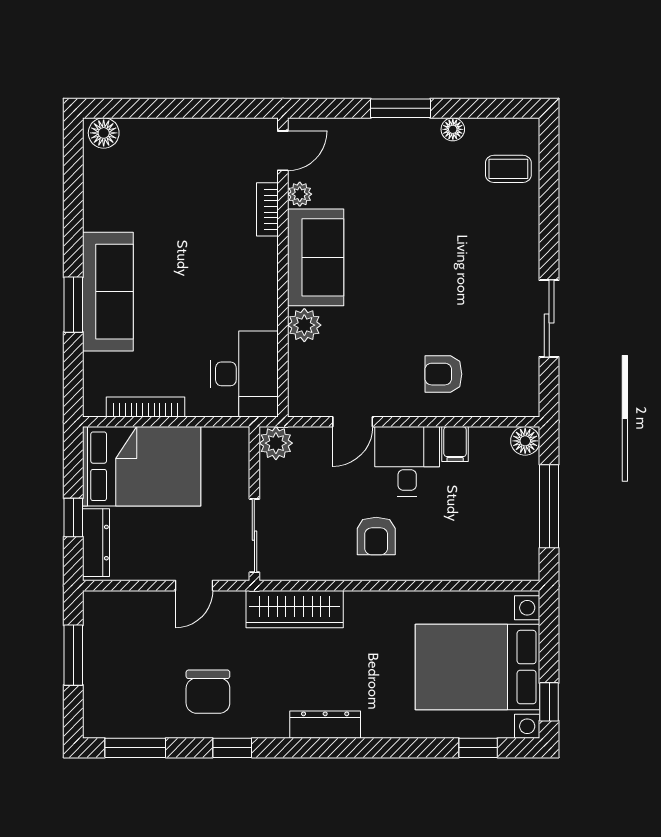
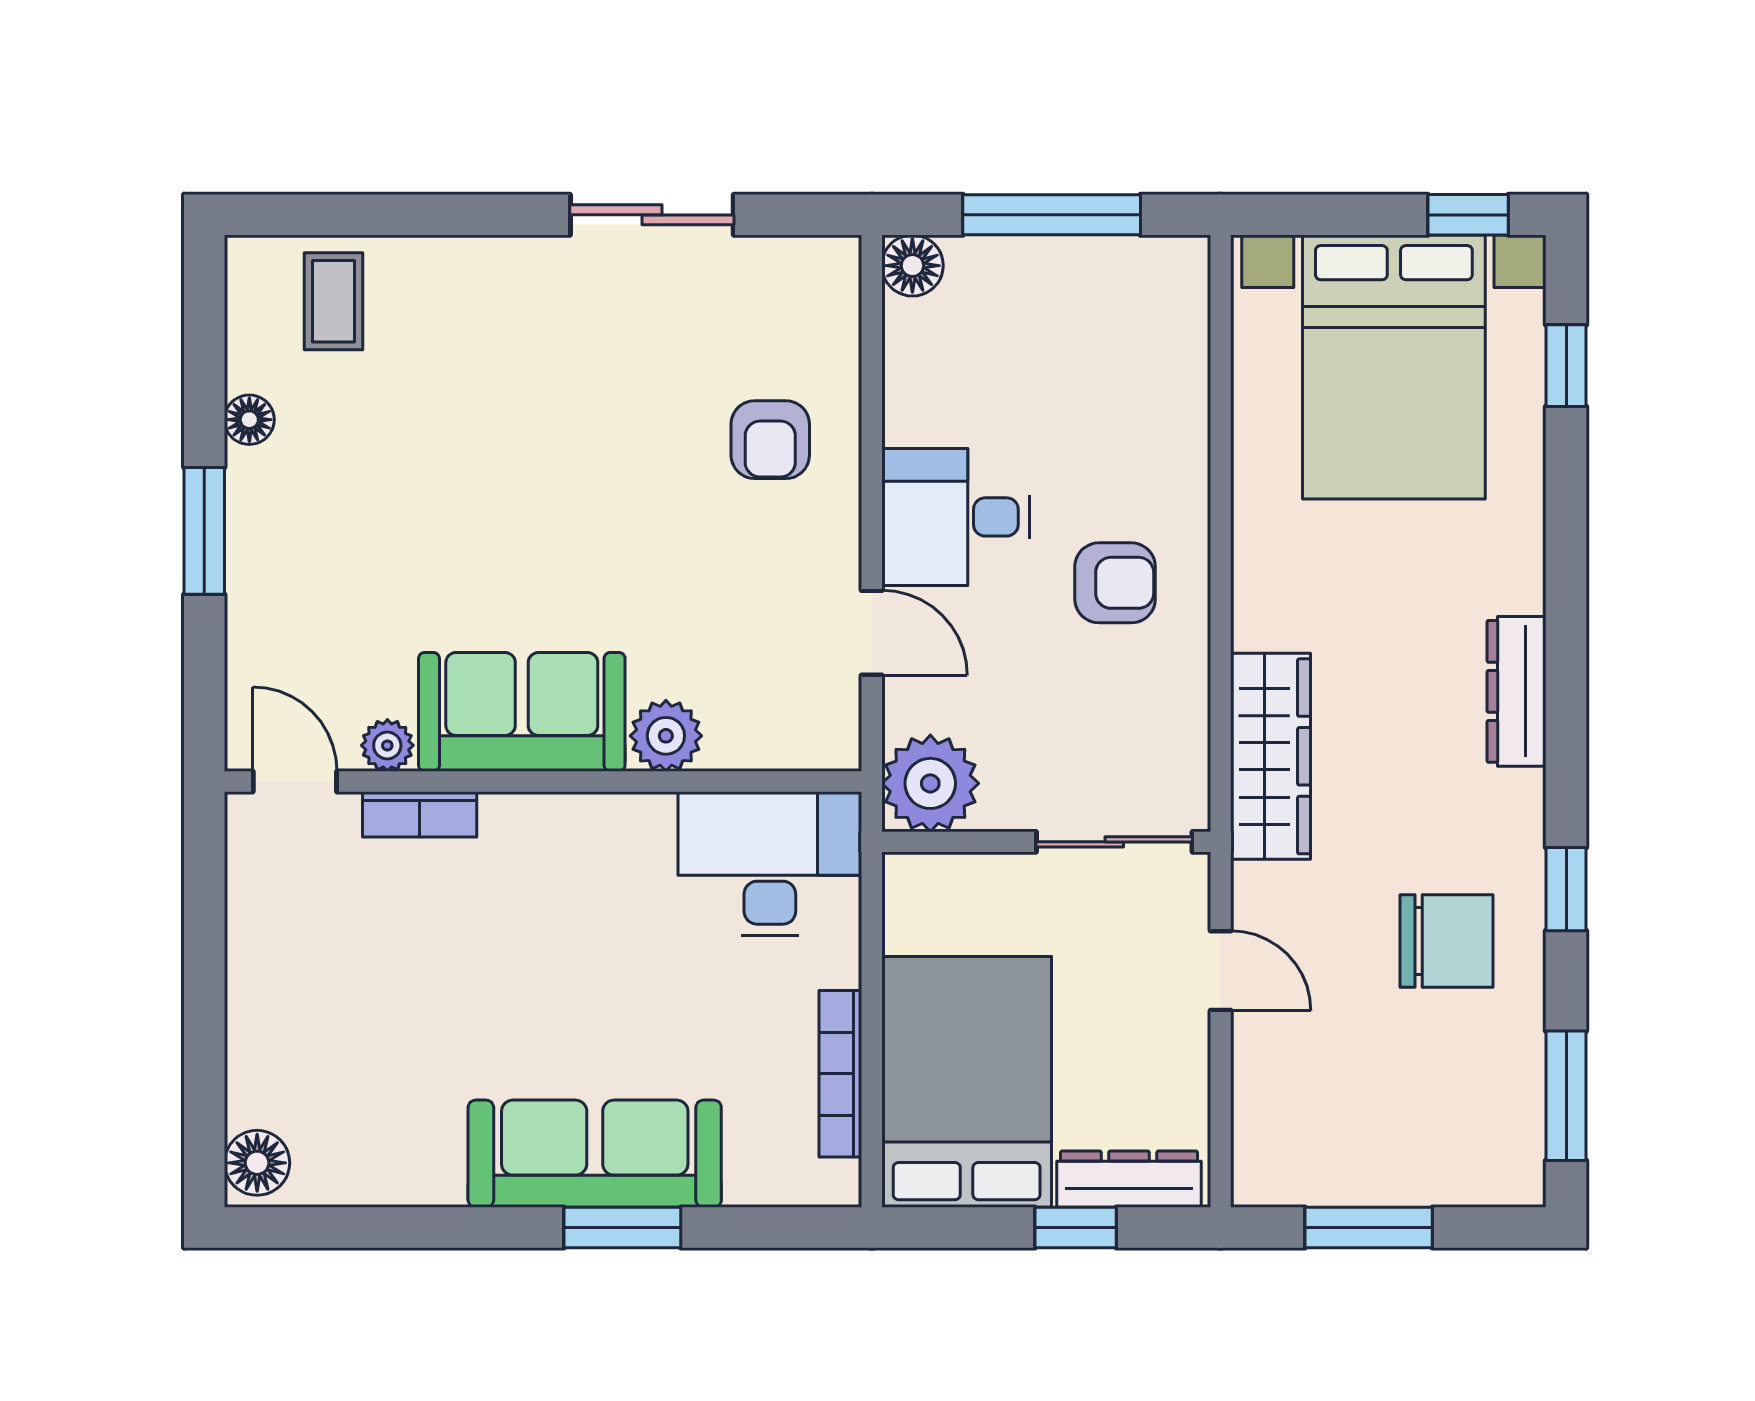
plant: (276, 443) -> (930, 783), width x1.36, depth x1.36
filing cabinet: (455, 444) -> (919, 415), removed

